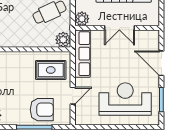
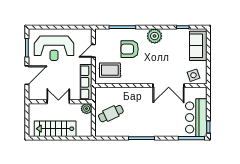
plant: (63, 40) -> (101, 93), removed
door: (161, 63) -> (27, 75), hinge flipped
armchair: (42, 110) -> (130, 49), moved

